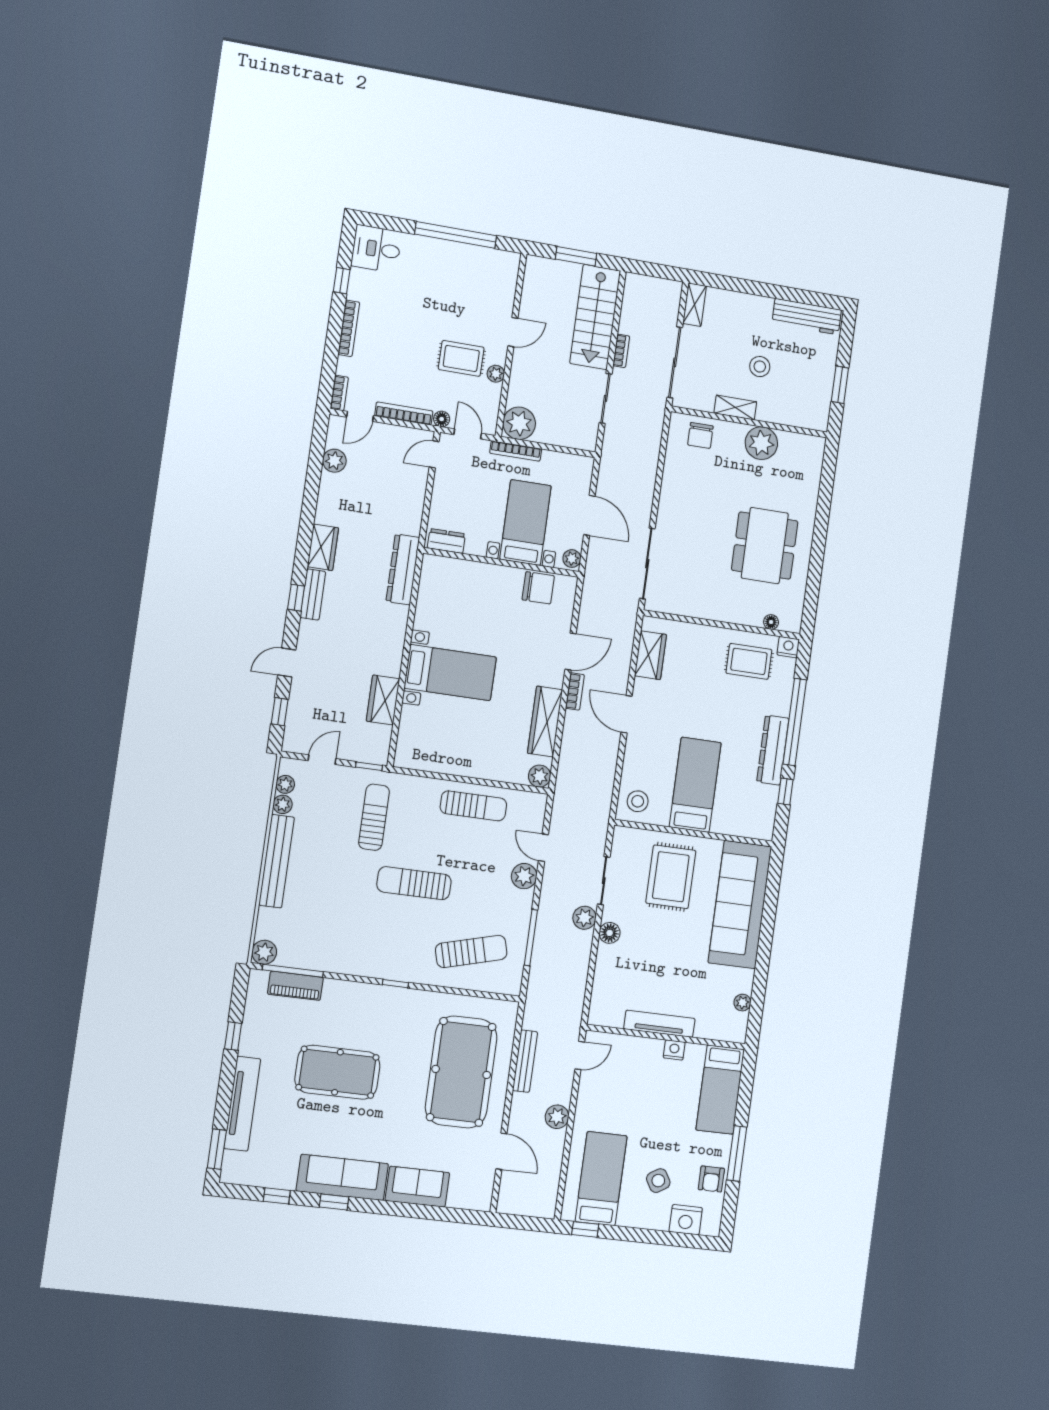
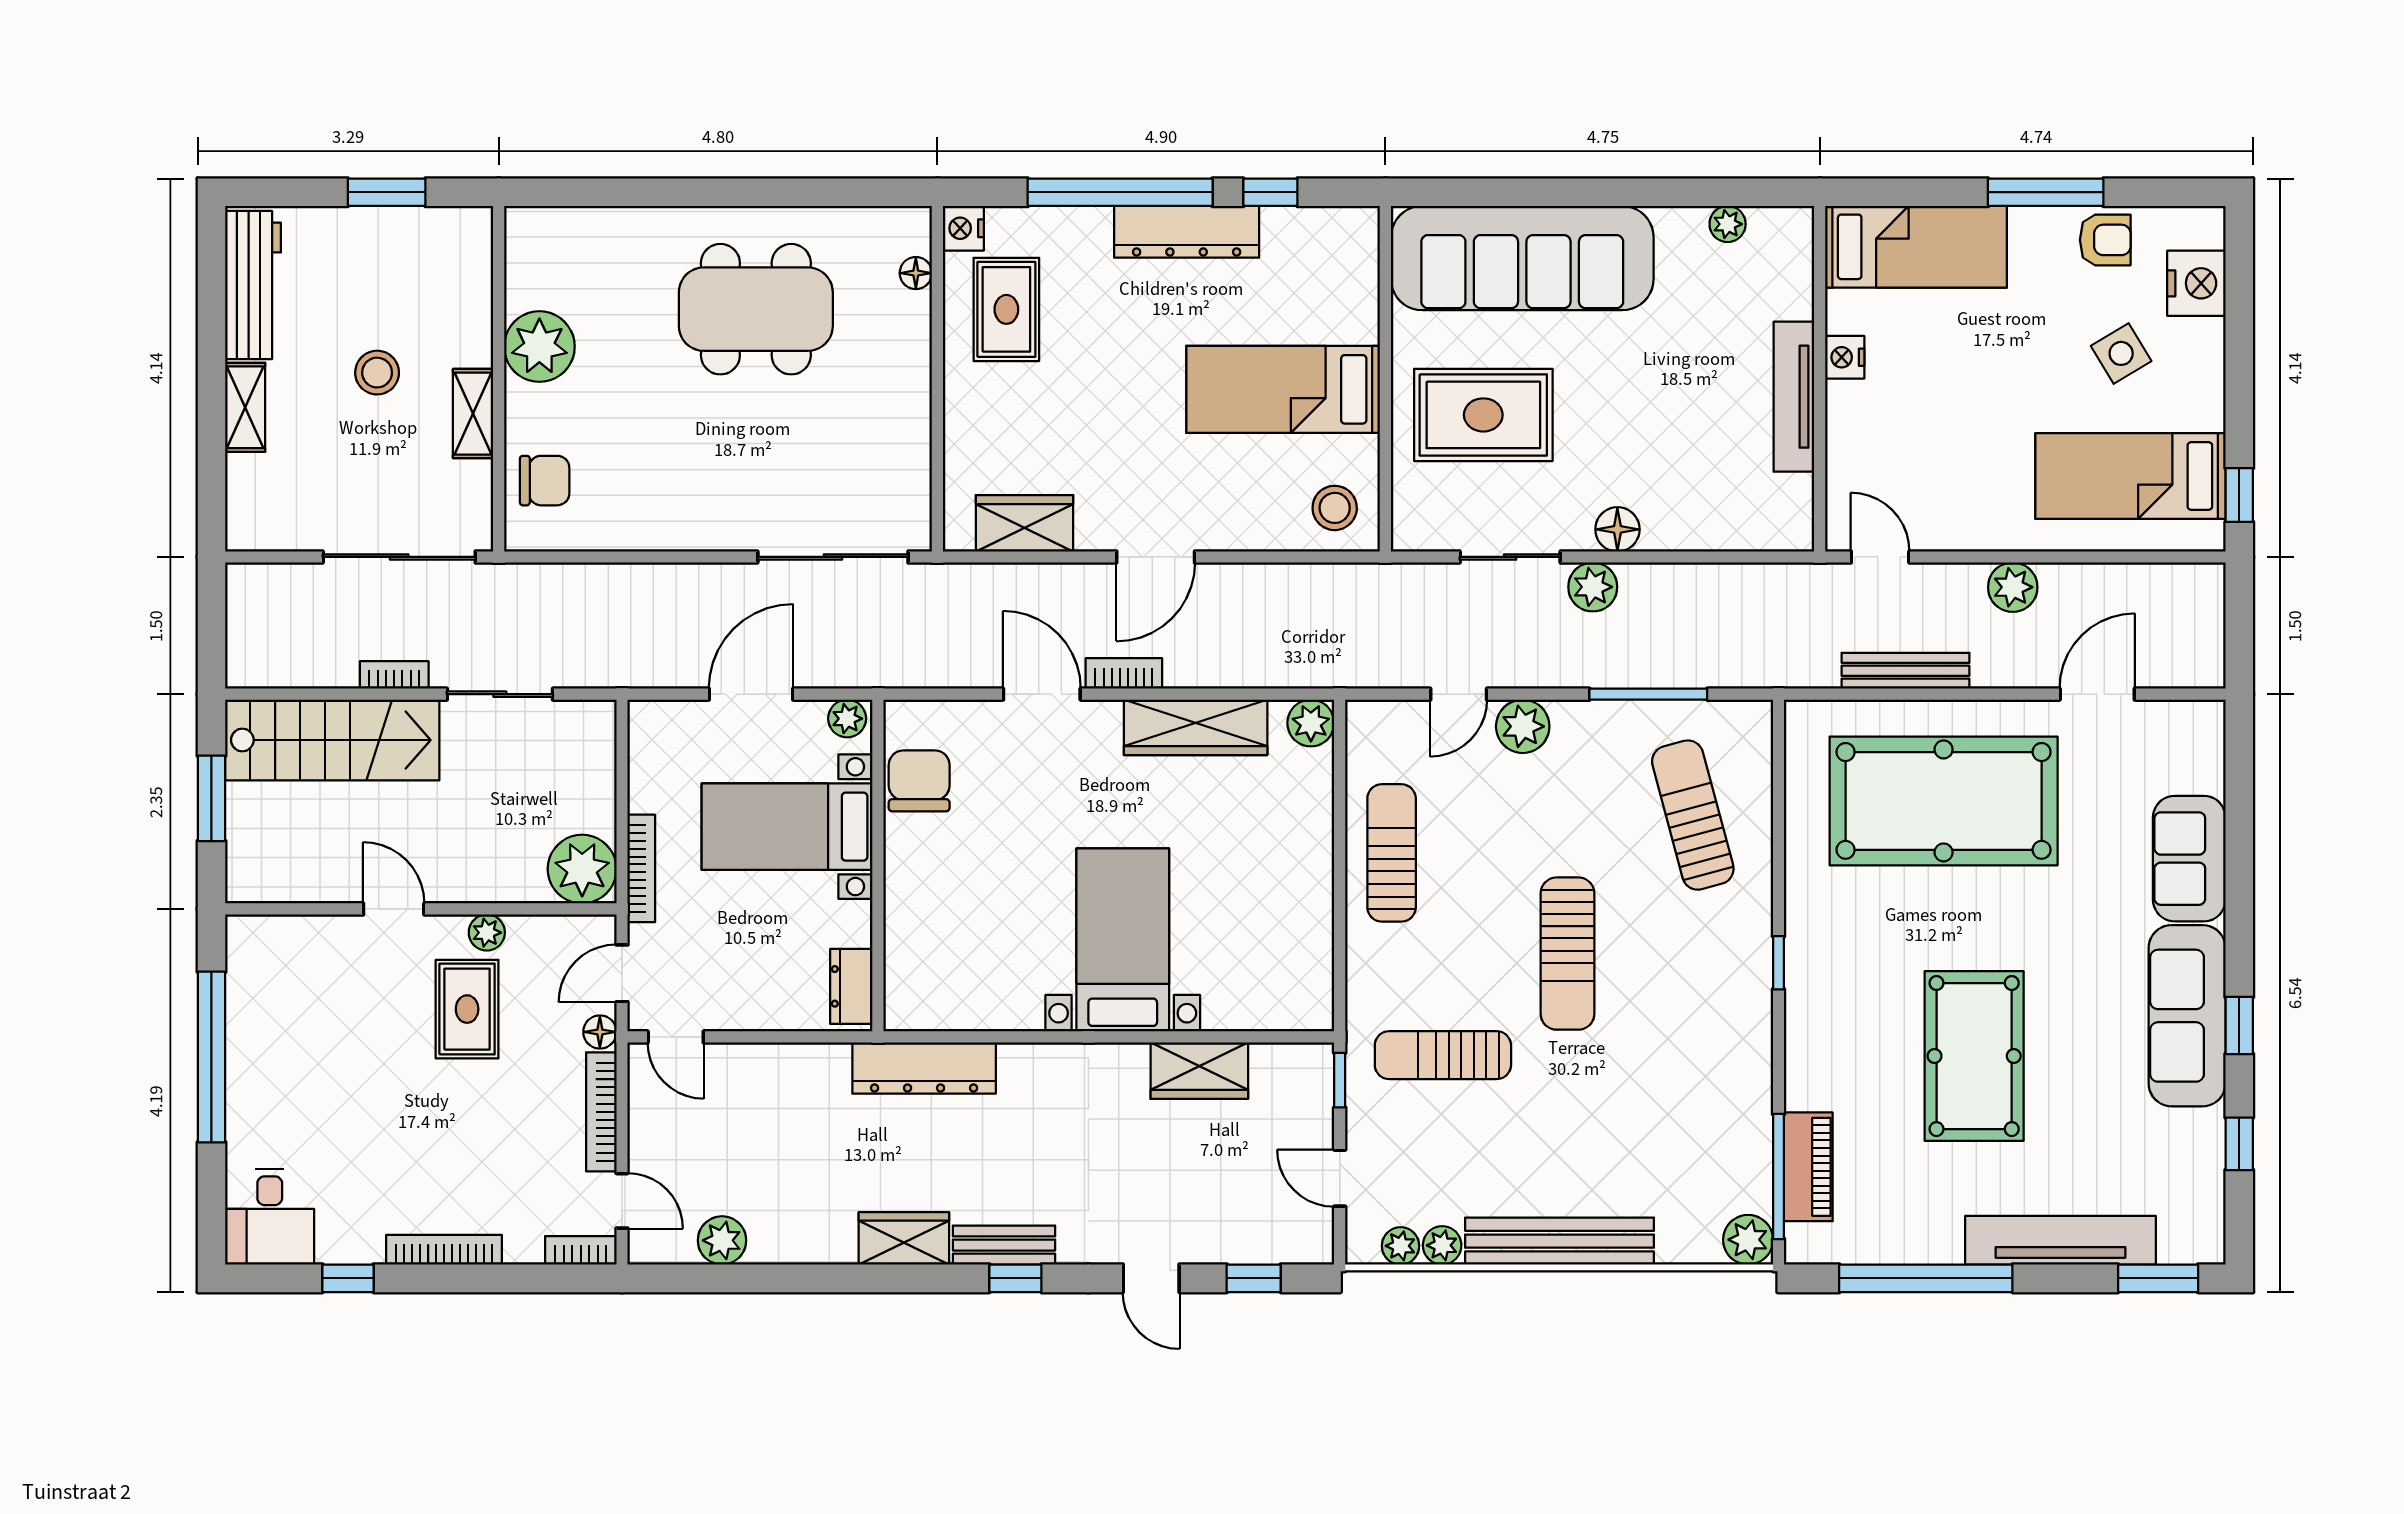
shelving: (695, 305) -> (245, 407), moved, turned 90
window: (233, 1036) -> (1926, 1278), width x3.17

